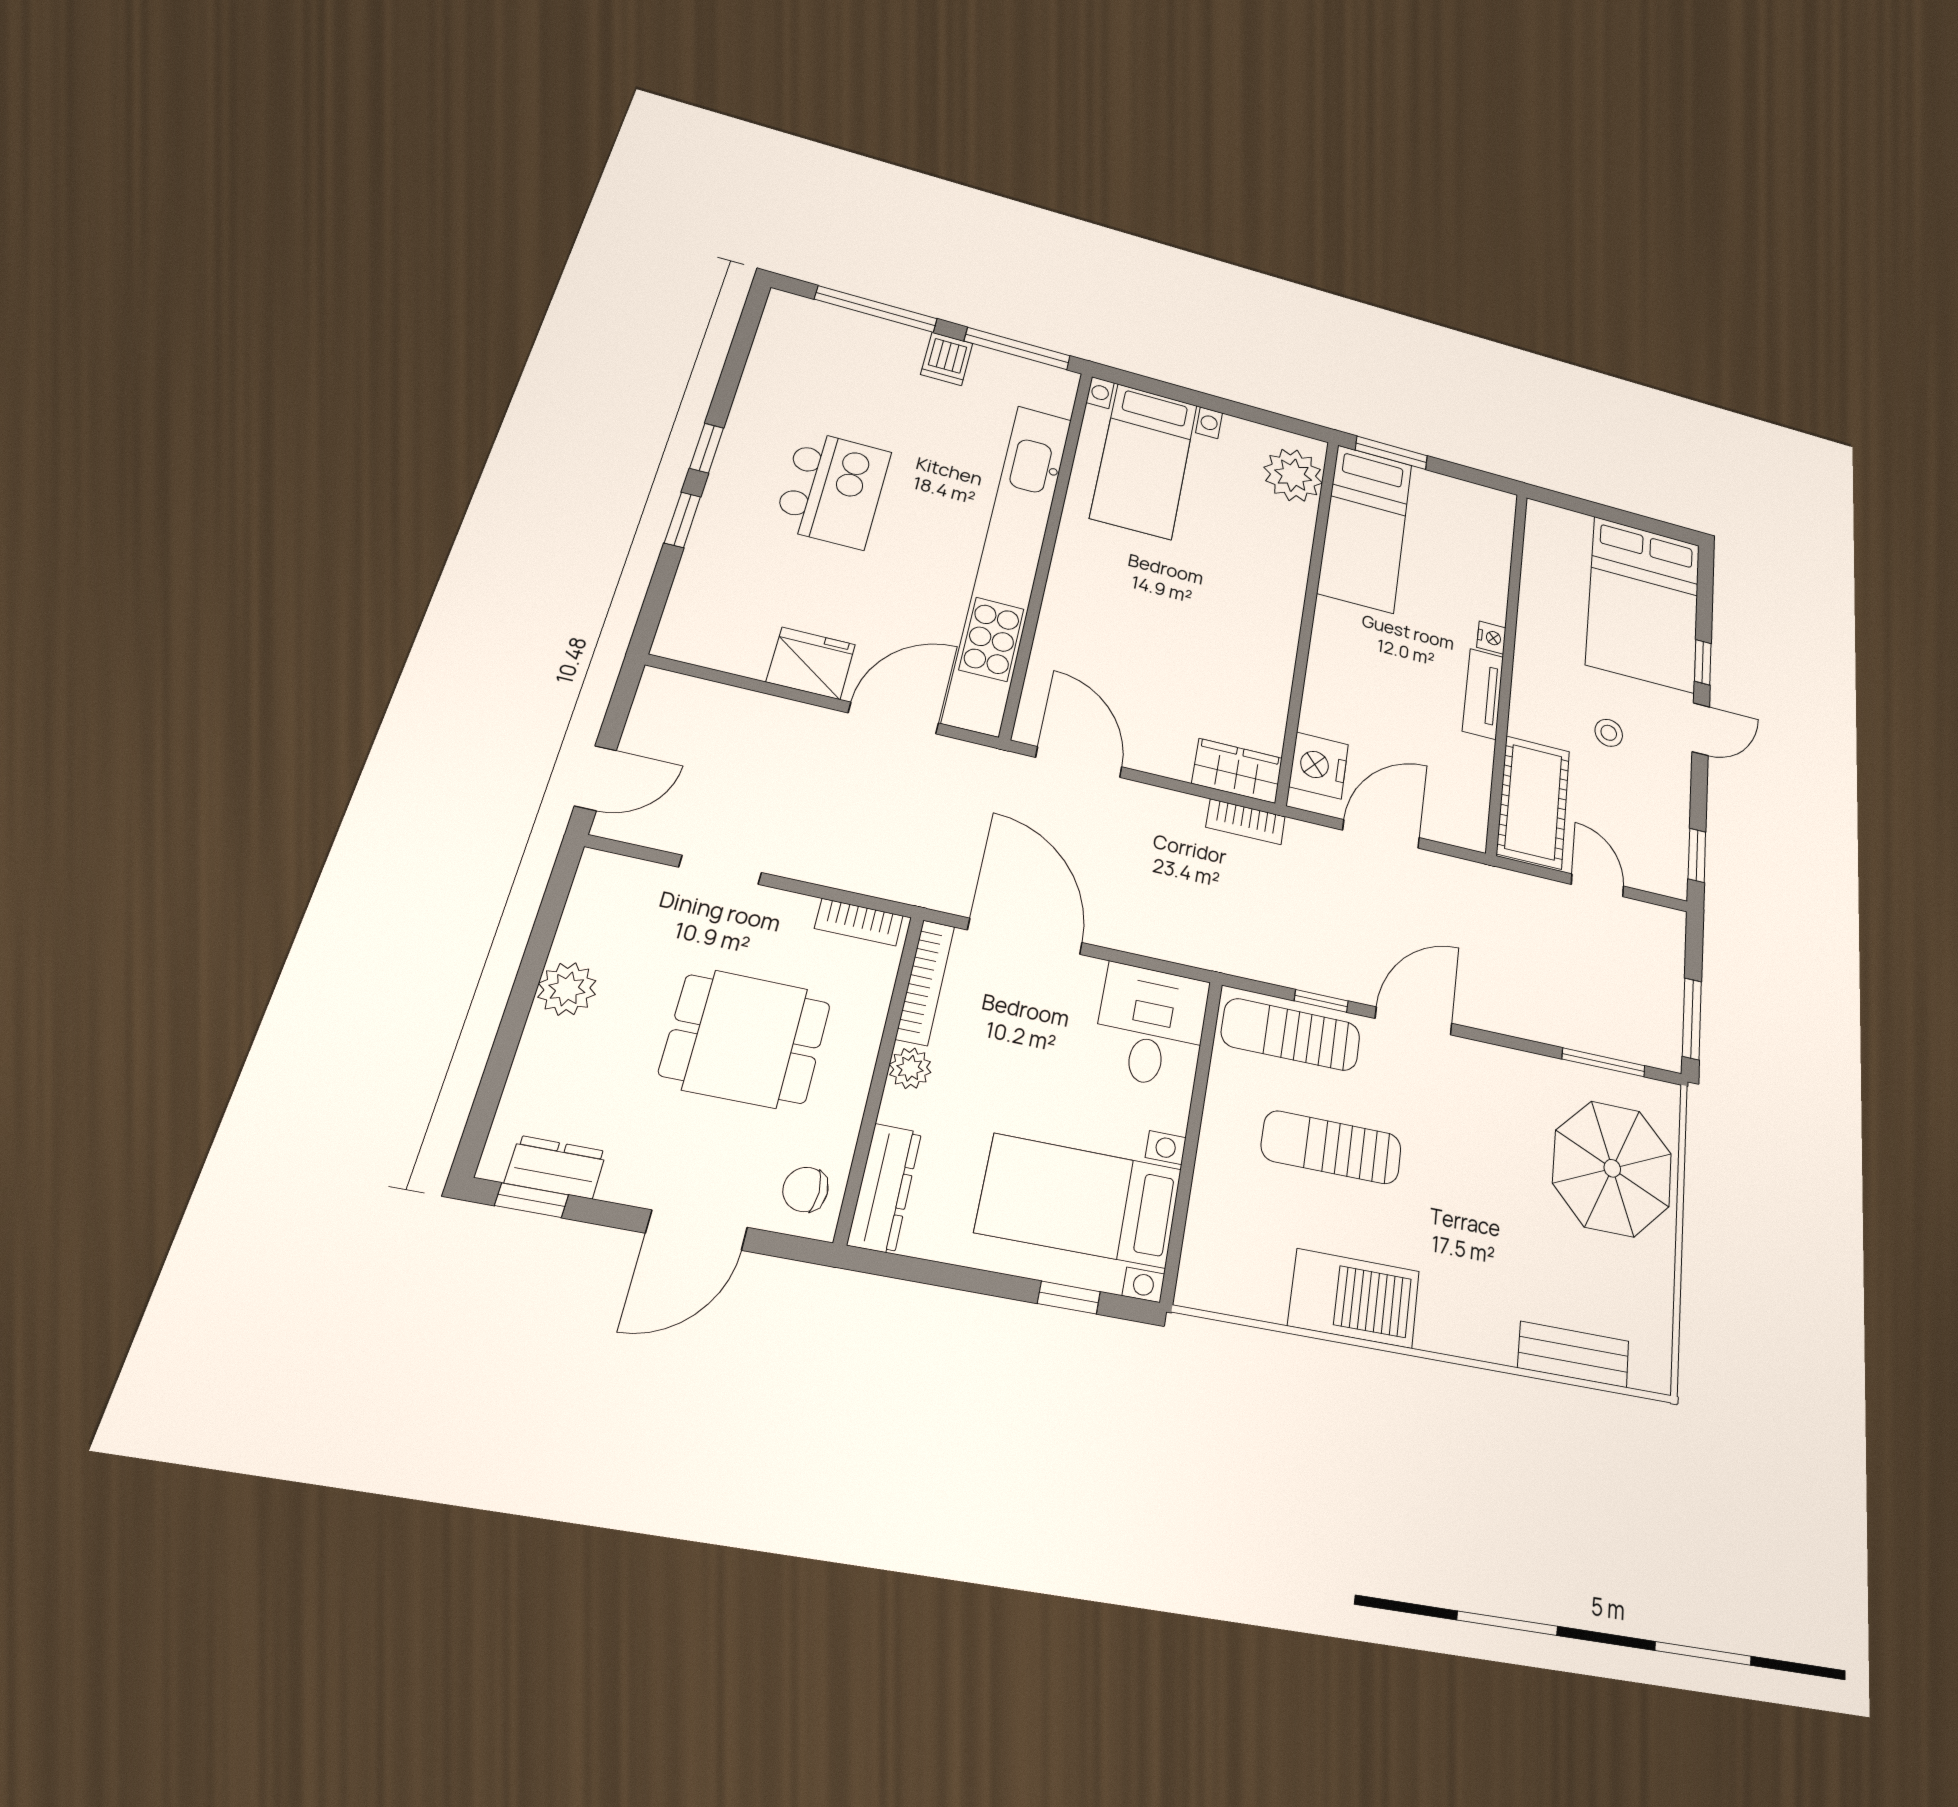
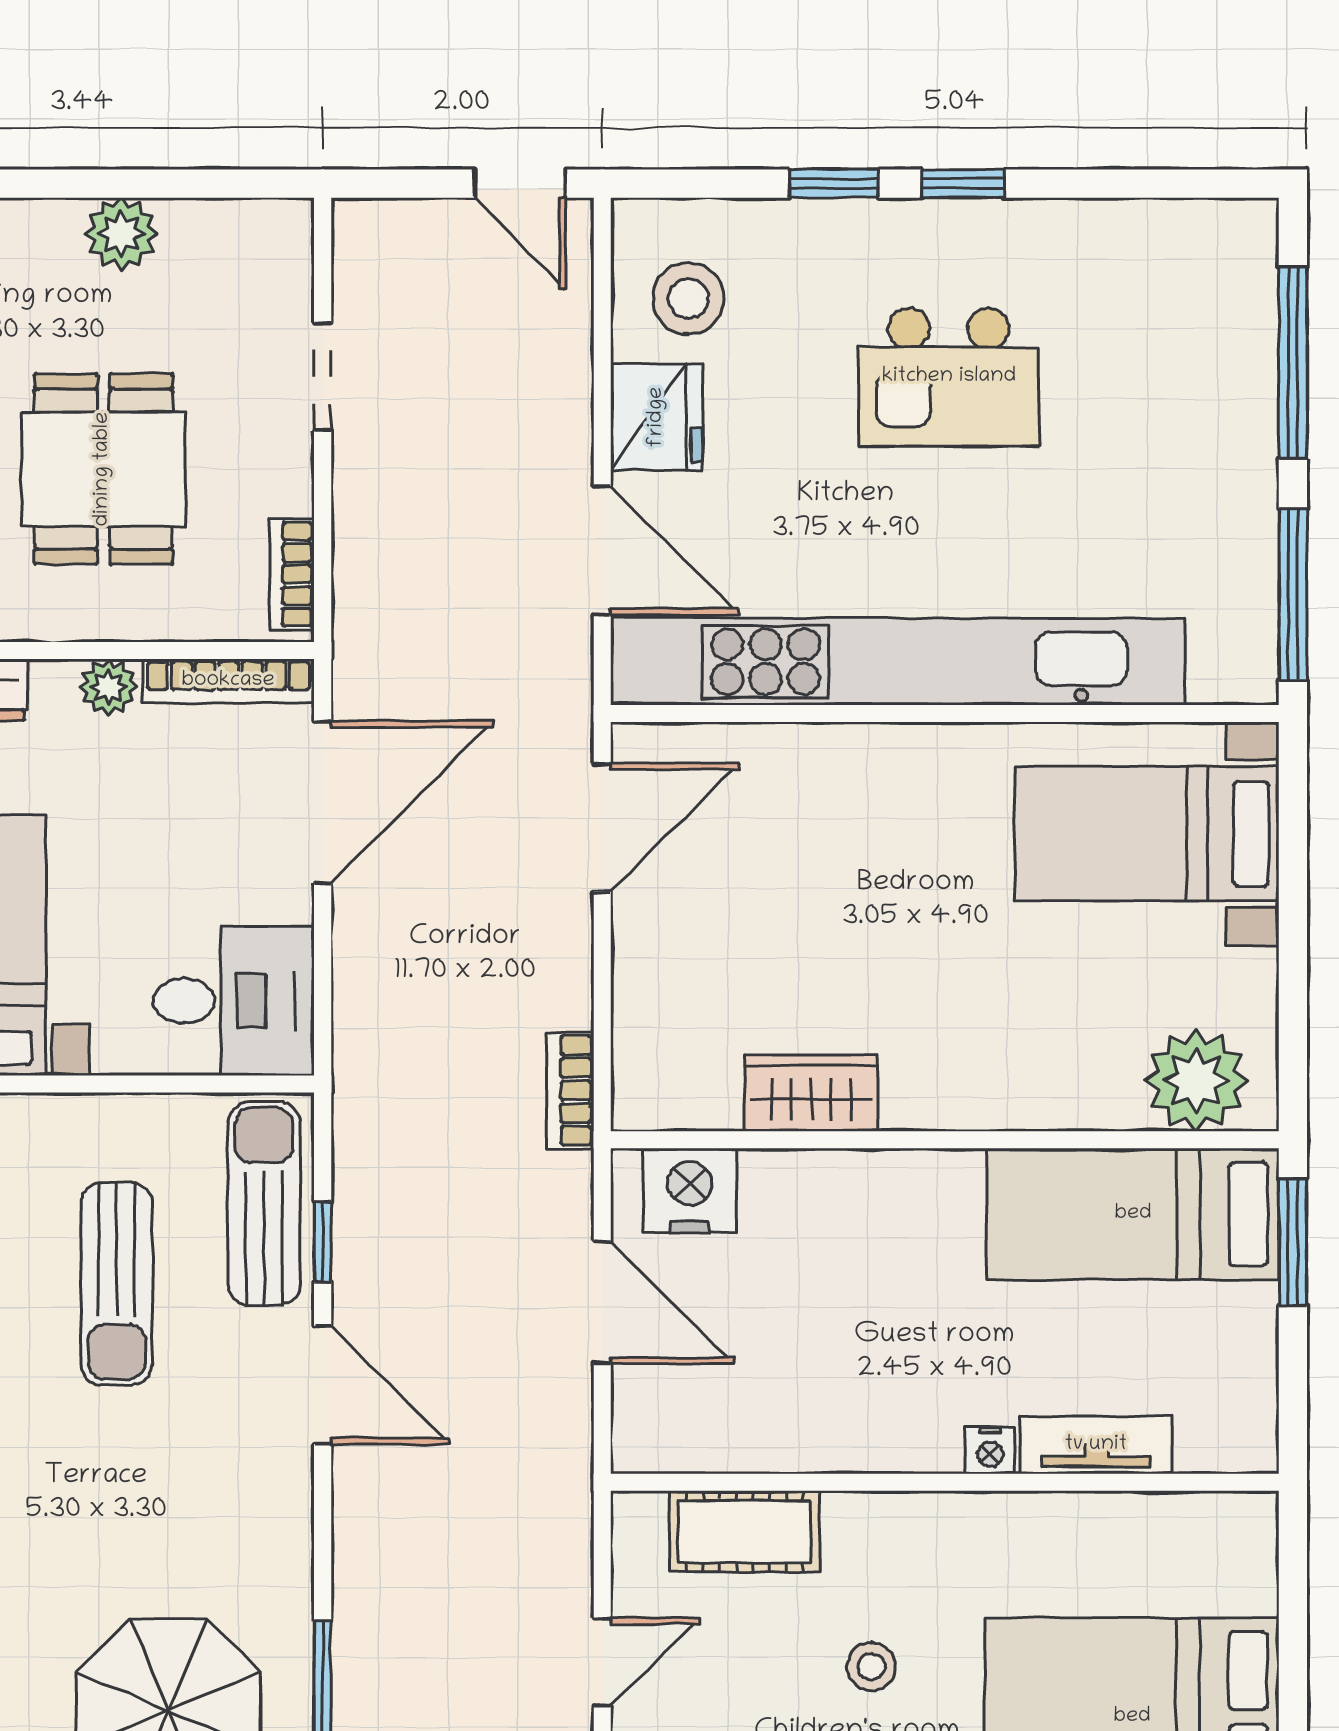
dishwasher: (947, 359) -> (1236, 490), removed
stool: (735, 624) -> (688, 299), added
tv unit: (1483, 694) -> (1096, 1445), moved
wardrobe: (1237, 771) -> (811, 1093), moved, turned -90
door: (596, 778) -> (520, 184), moved
cot: (1533, 802) -> (745, 1532), width x0.73, depth x0.75
sun lounger: (1332, 1147) -> (117, 1284), turned 180

